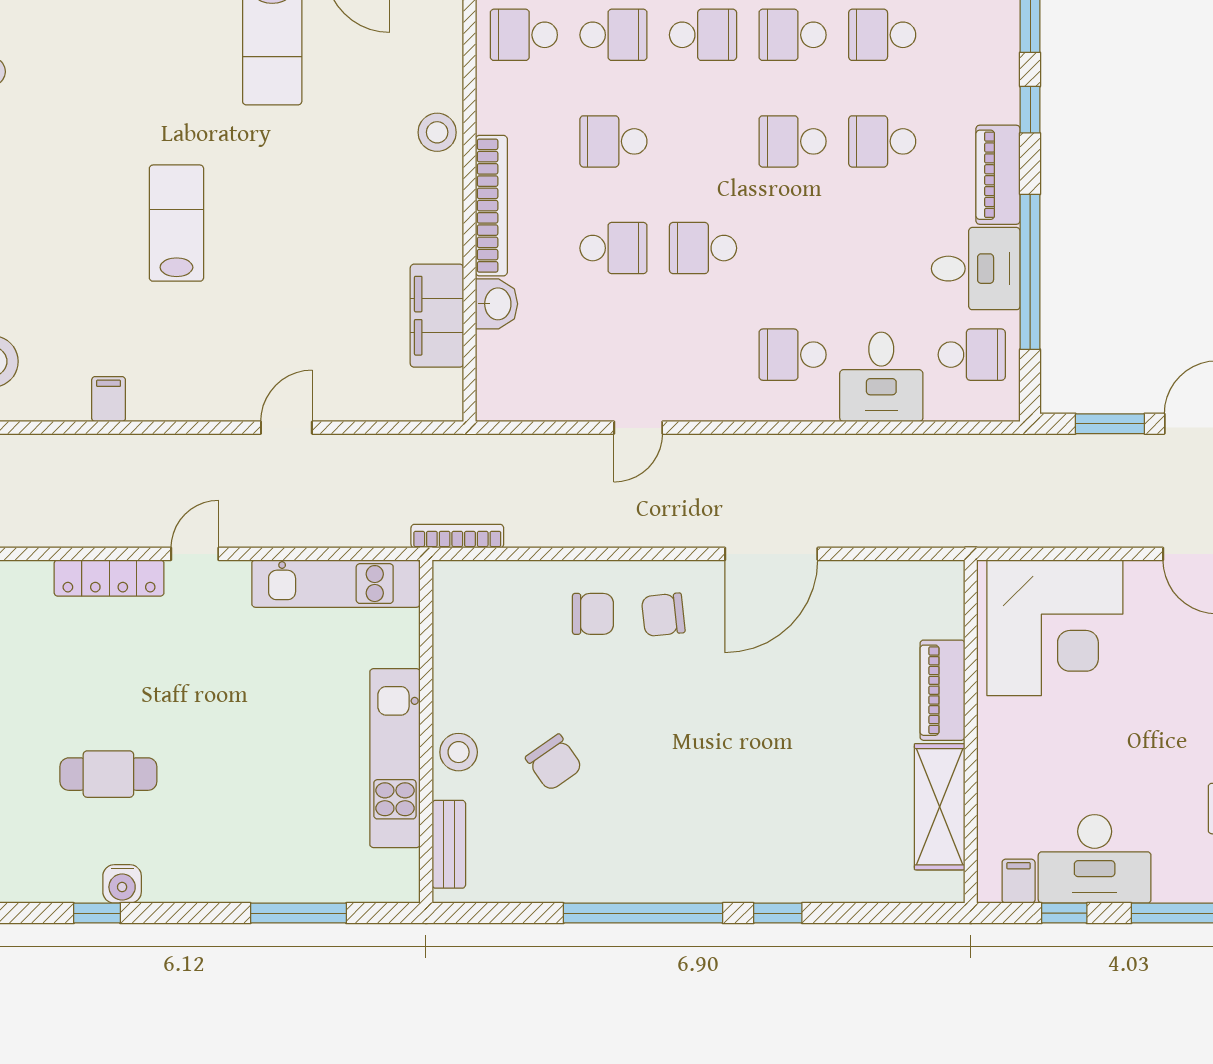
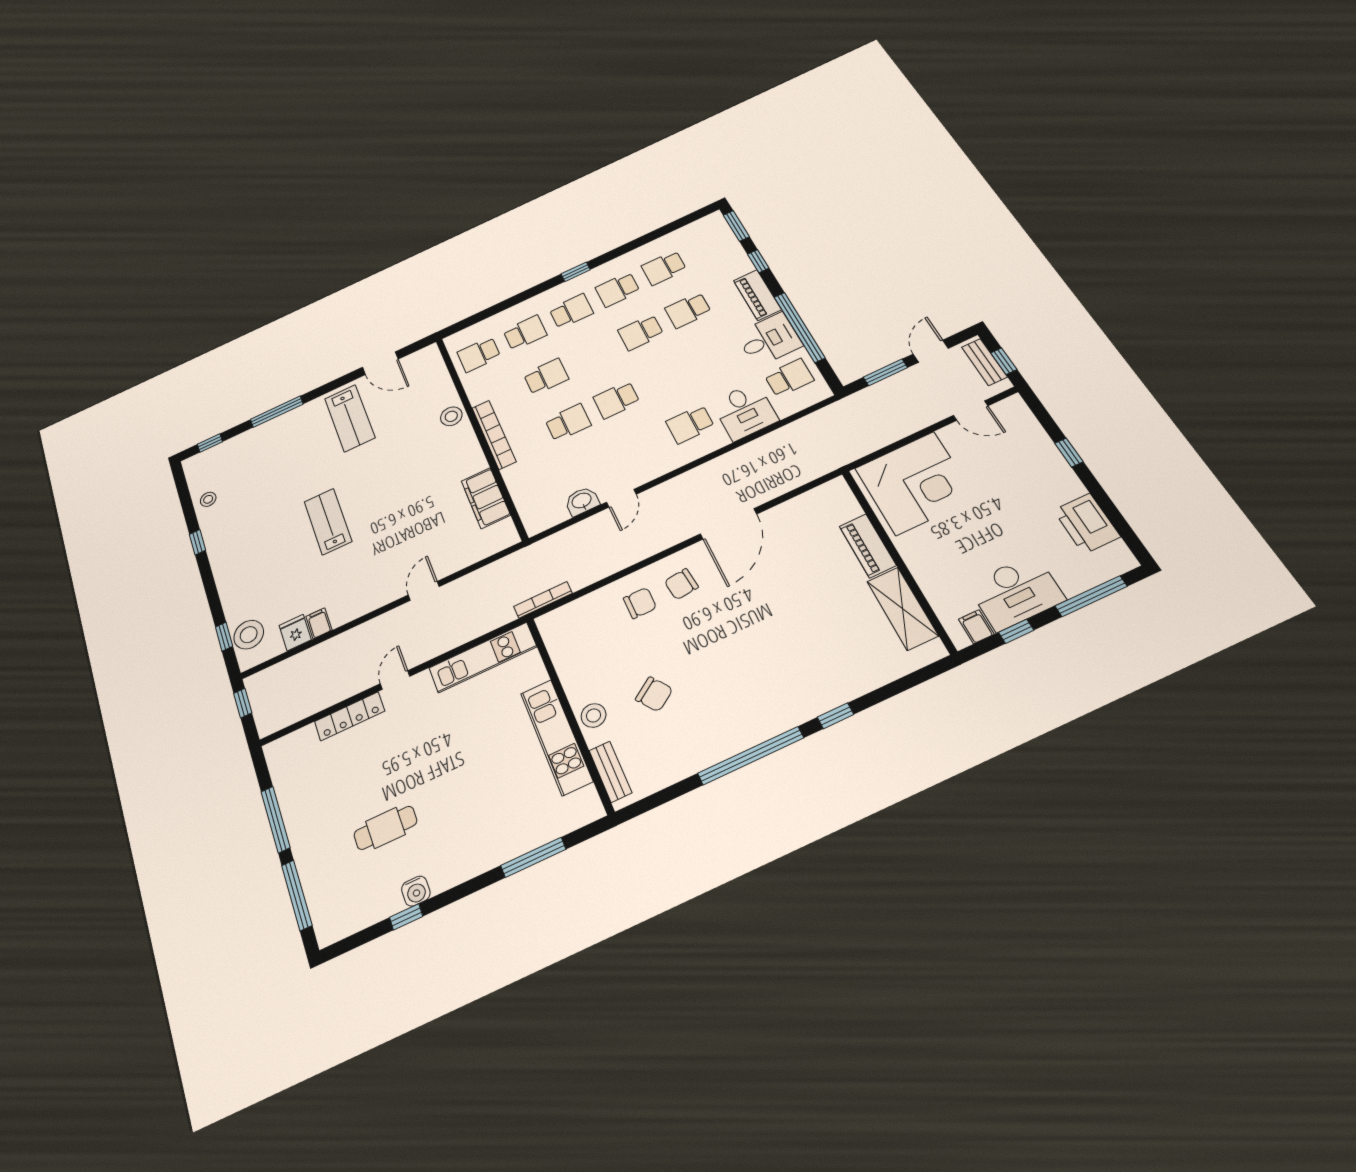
school desk: (613, 141) -> (546, 377), turned 180
washbasin: (497, 304) -> (582, 501), moved, turned -90
fridge: (67, 396) -> (295, 633), added

